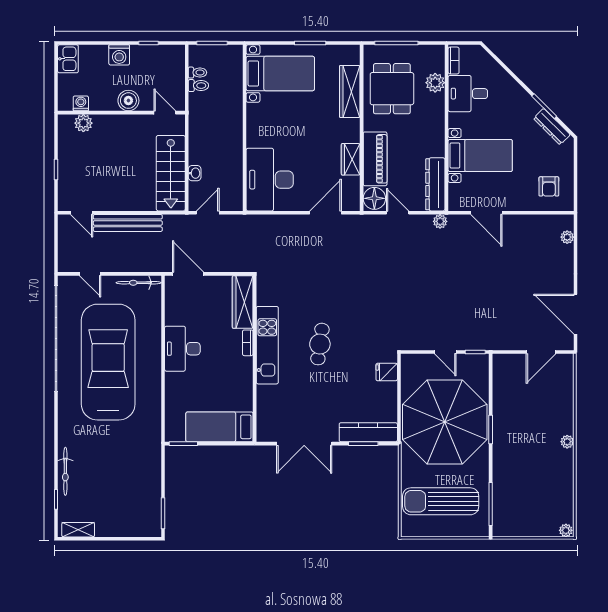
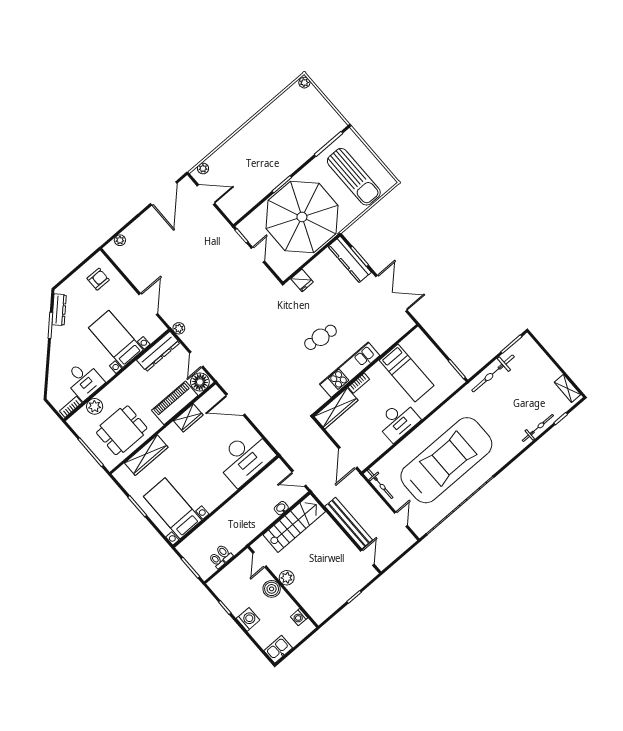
plant: (83, 123) -> (287, 578), moved
car: (108, 362) -> (446, 460), turned 180
bed: (219, 427) -> (407, 373), moved
plant: (567, 442) -> (203, 168), moved
bicycle: (151, 473) -> (493, 373), added

